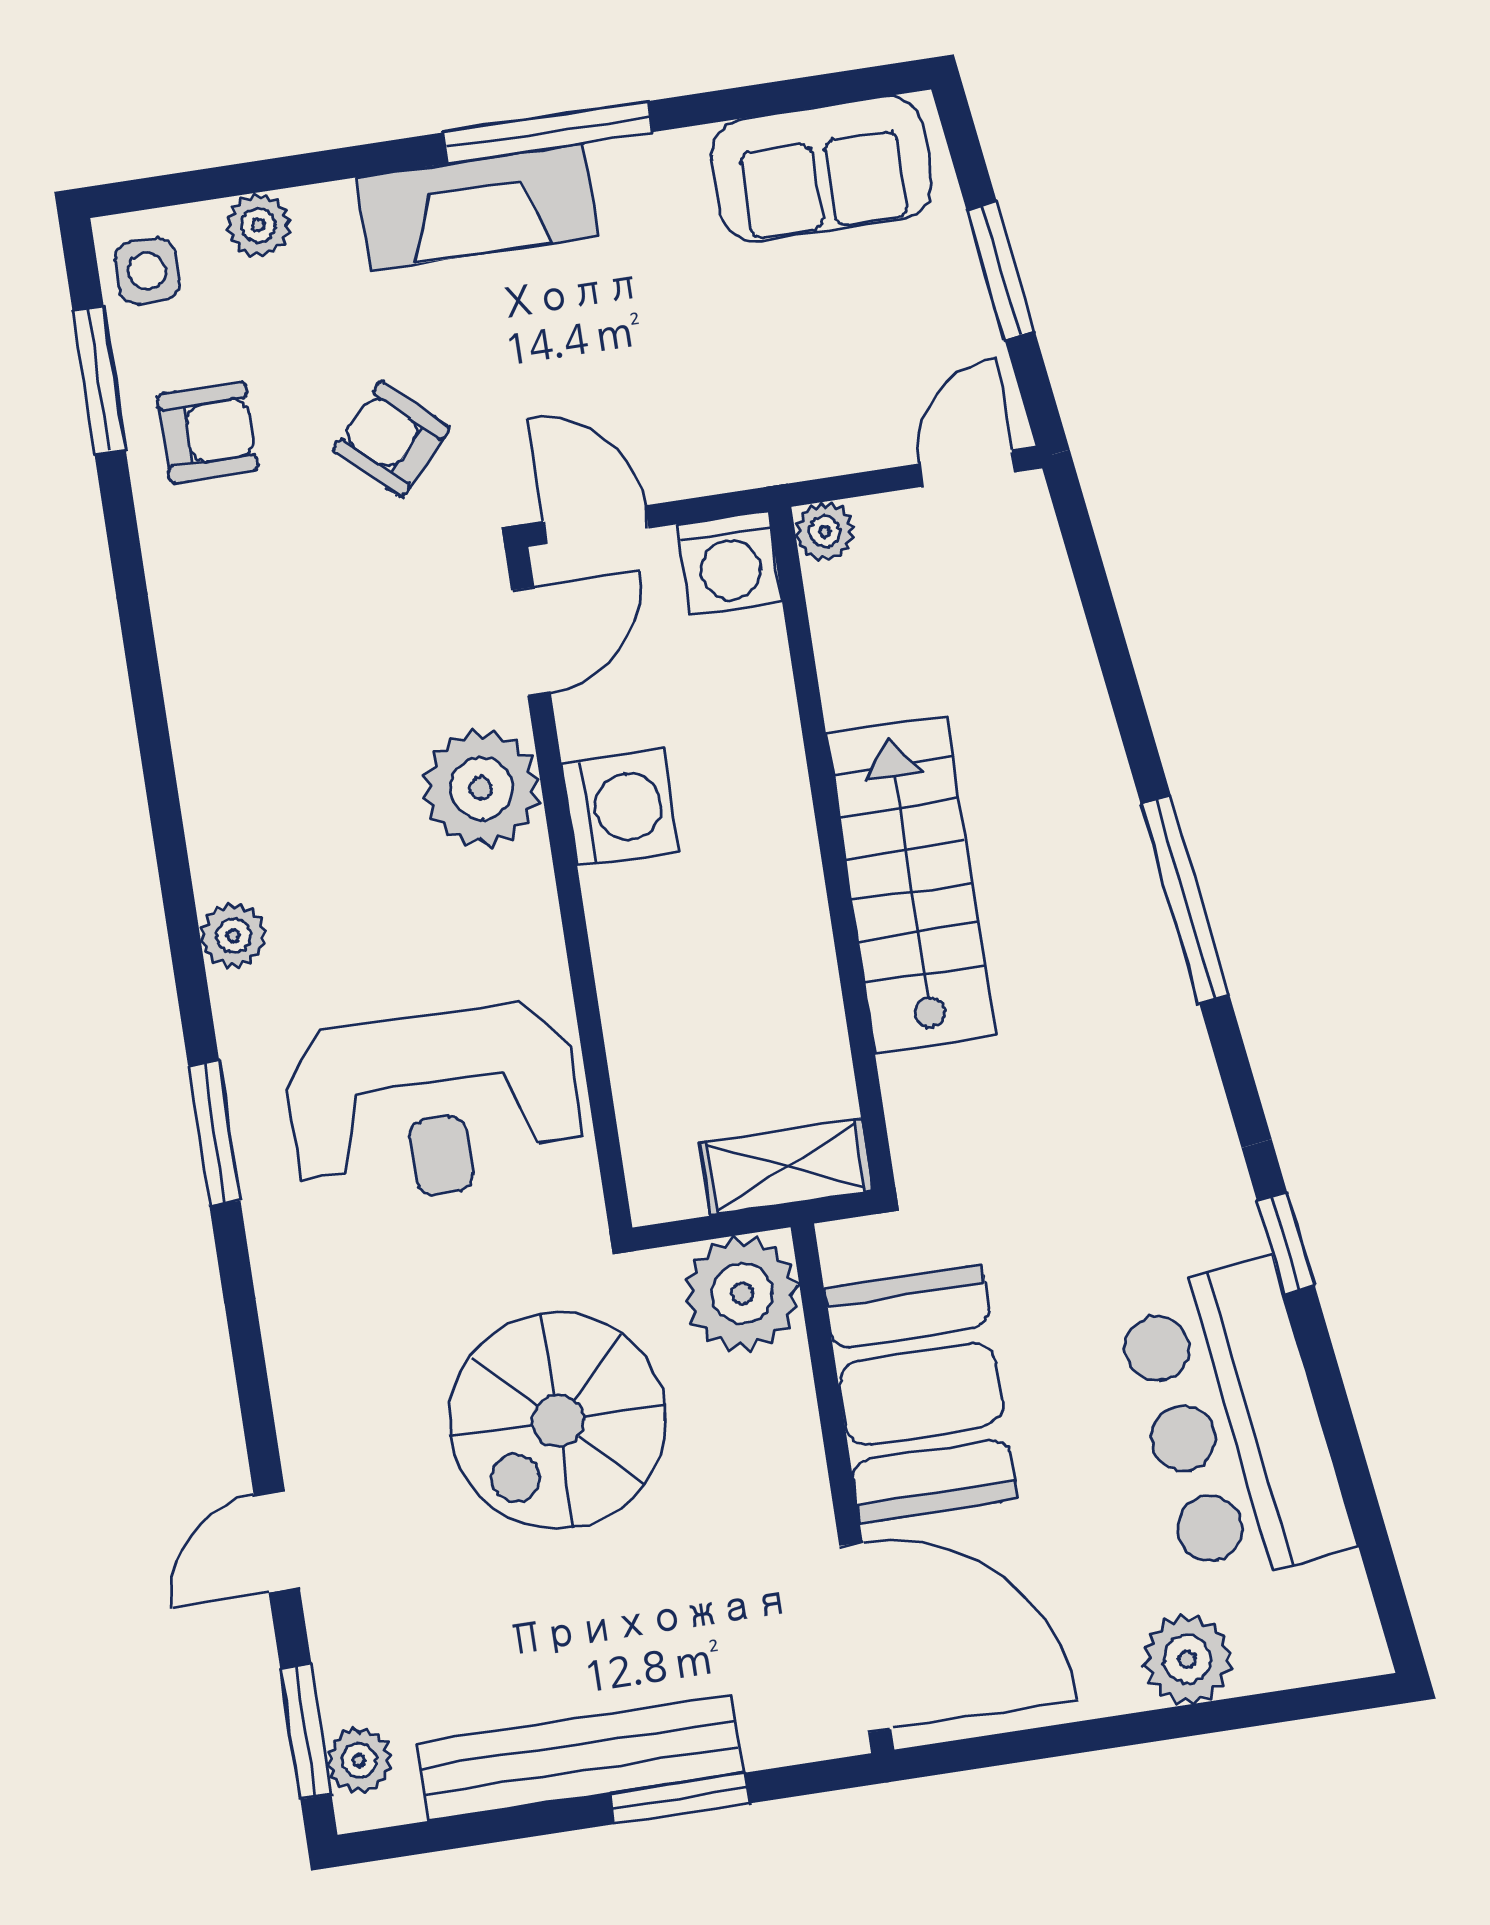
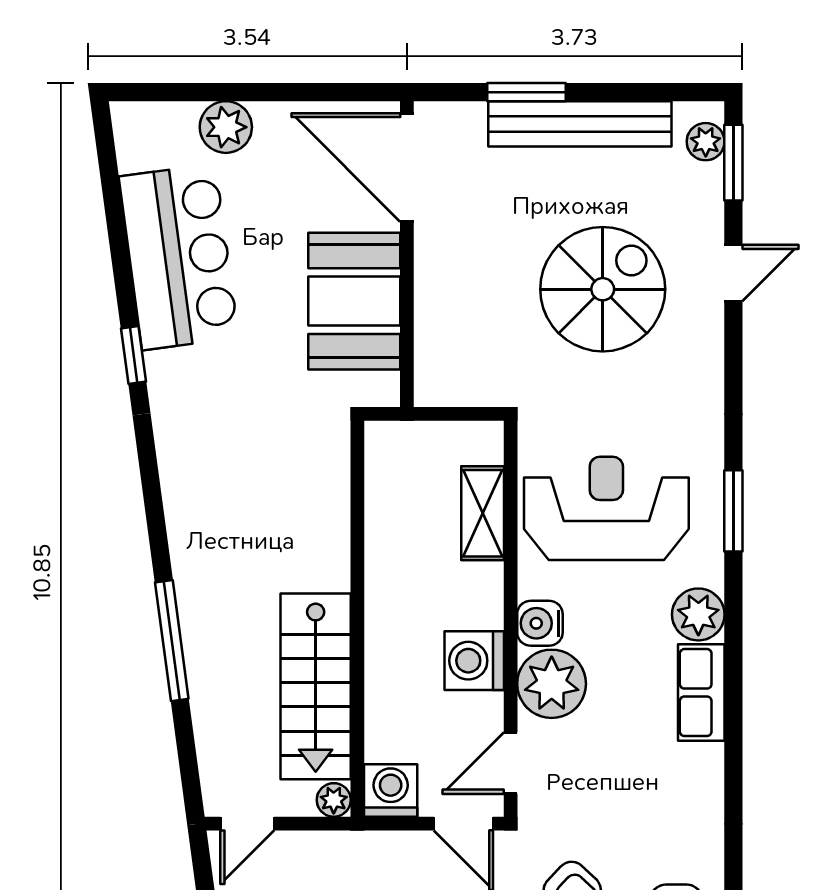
row of seats: (222, 813) -> (701, 693), added
stairs: (911, 885) -> (316, 686), moved
water cooler: (517, 889) -> (540, 623), added
window: (1185, 900) -> (172, 641), moved
plant: (233, 936) -> (698, 614), width x1.38, depth x1.38
shelving: (786, 1167) -> (483, 513), moved, turned 90
plant: (742, 1293) -> (447, 374), removed
spiral stairs: (558, 1421) -> (603, 289), moved

